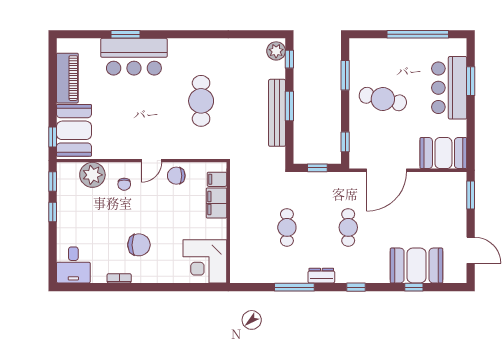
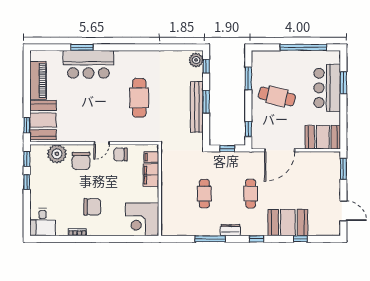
chair: (124, 184) -> (81, 161), width x1.87, depth x1.87
booth: (417, 266) -> (288, 222), moved

